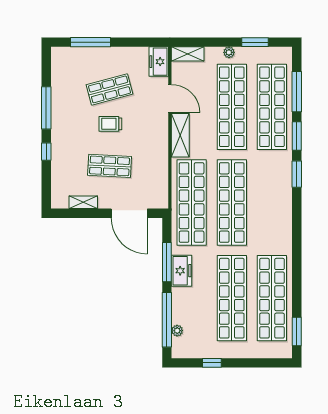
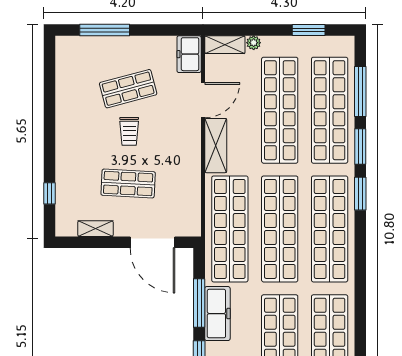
plant: (229, 52) -> (254, 43), moved
door: (170, 99) -> (203, 100), hinge flipped
window: (46, 108) -> (49, 112), removed
trolley: (110, 124) -> (129, 131), turned -90
window: (46, 152) -> (49, 193), moved
shop shelf: (272, 202) -> (330, 229), added
freezer: (182, 271) -> (217, 314), width x1.40

